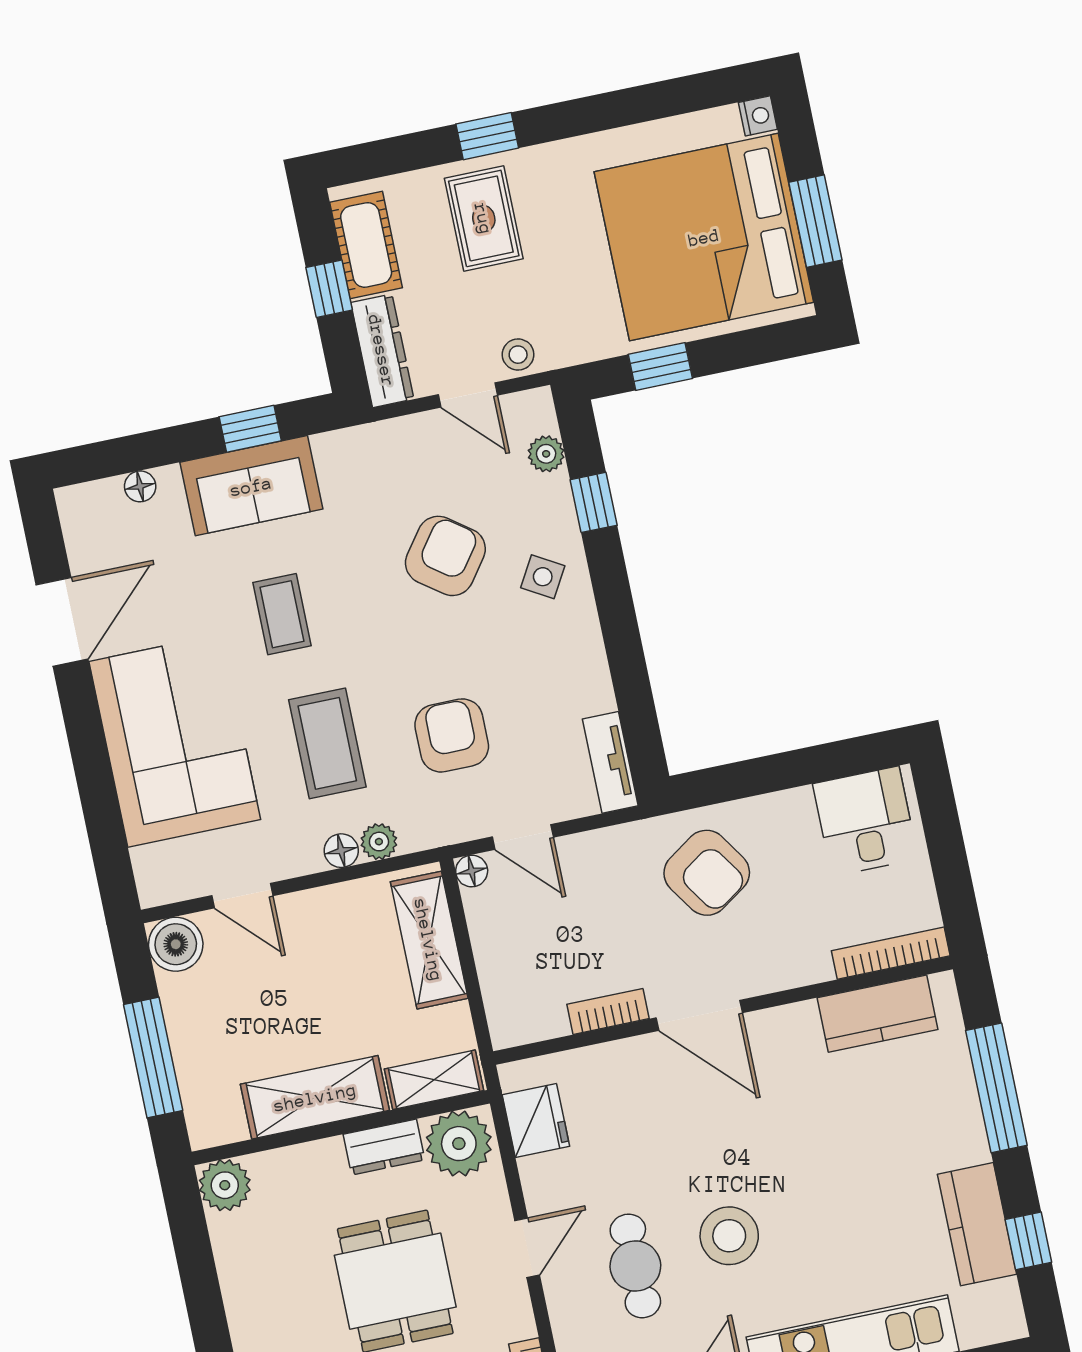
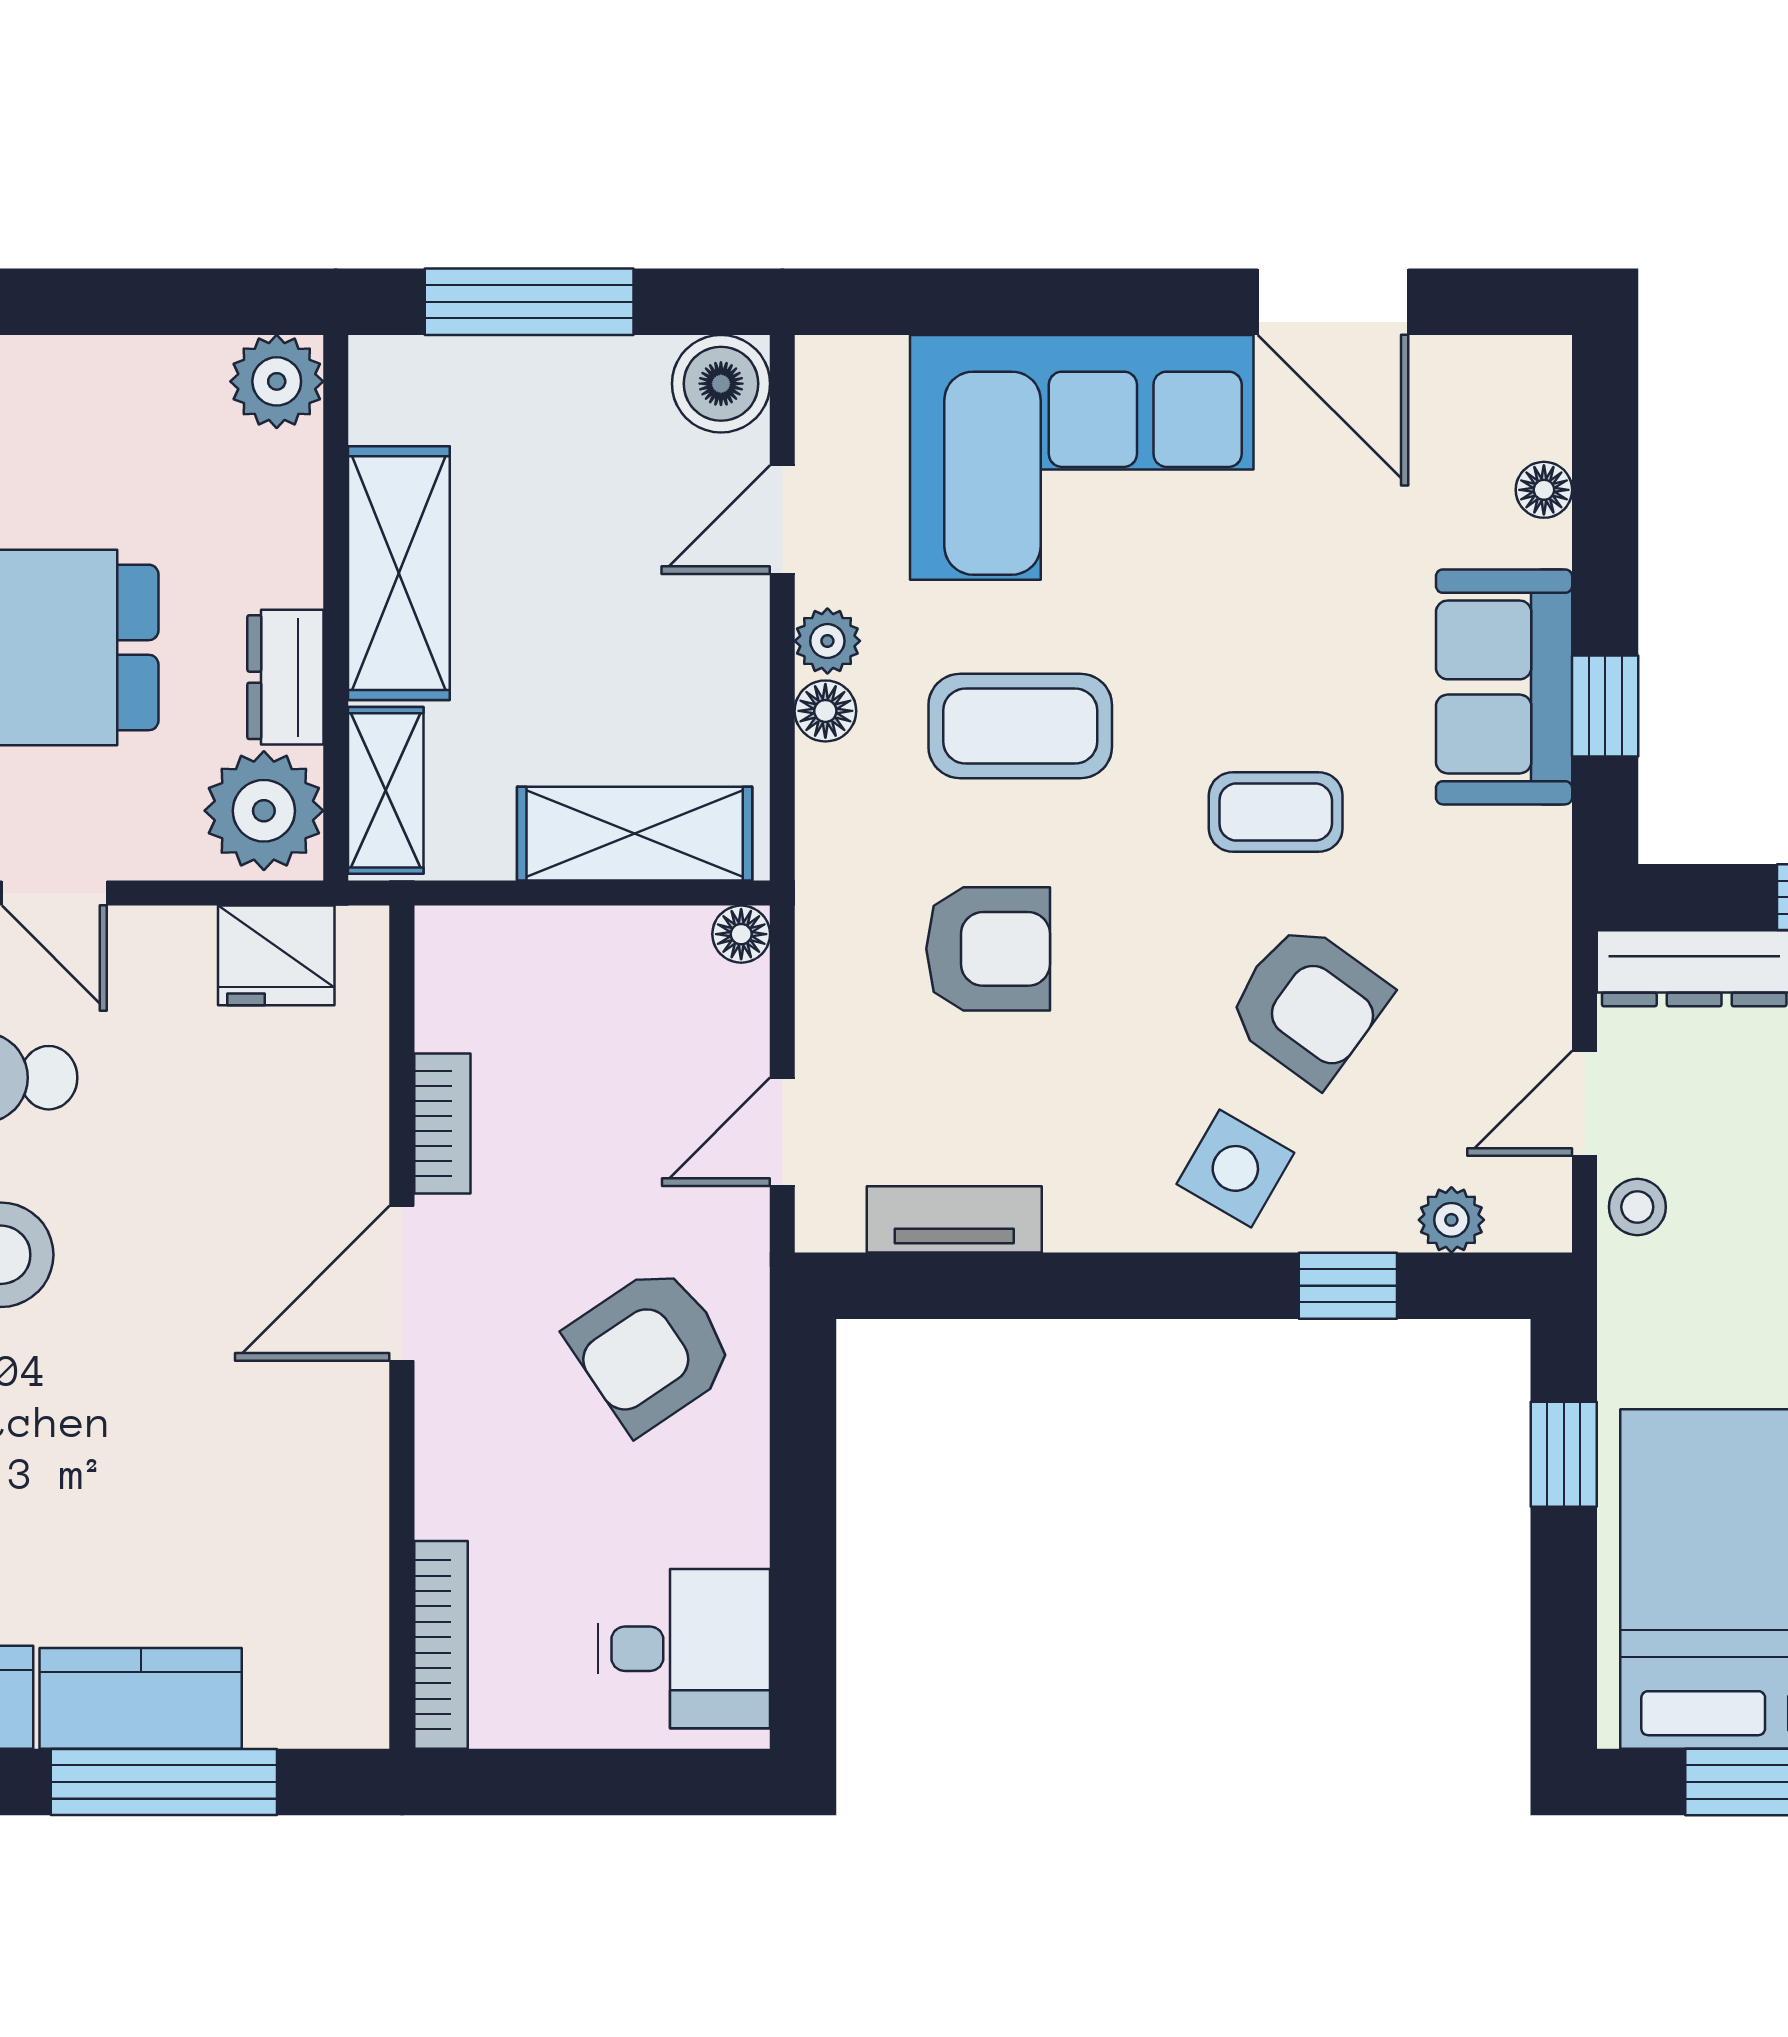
side table: (543, 577) -> (1235, 1168), width x1.37, depth x1.37
coffee table: (282, 614) -> (1276, 812), moved
tv unit: (610, 762) -> (954, 1219), moved
door: (523, 837) -> (782, 1132), moved
plant: (379, 842) -> (827, 641), moved
kitchen counter: (877, 1014) -> (141, 1698), moved, turned 90

